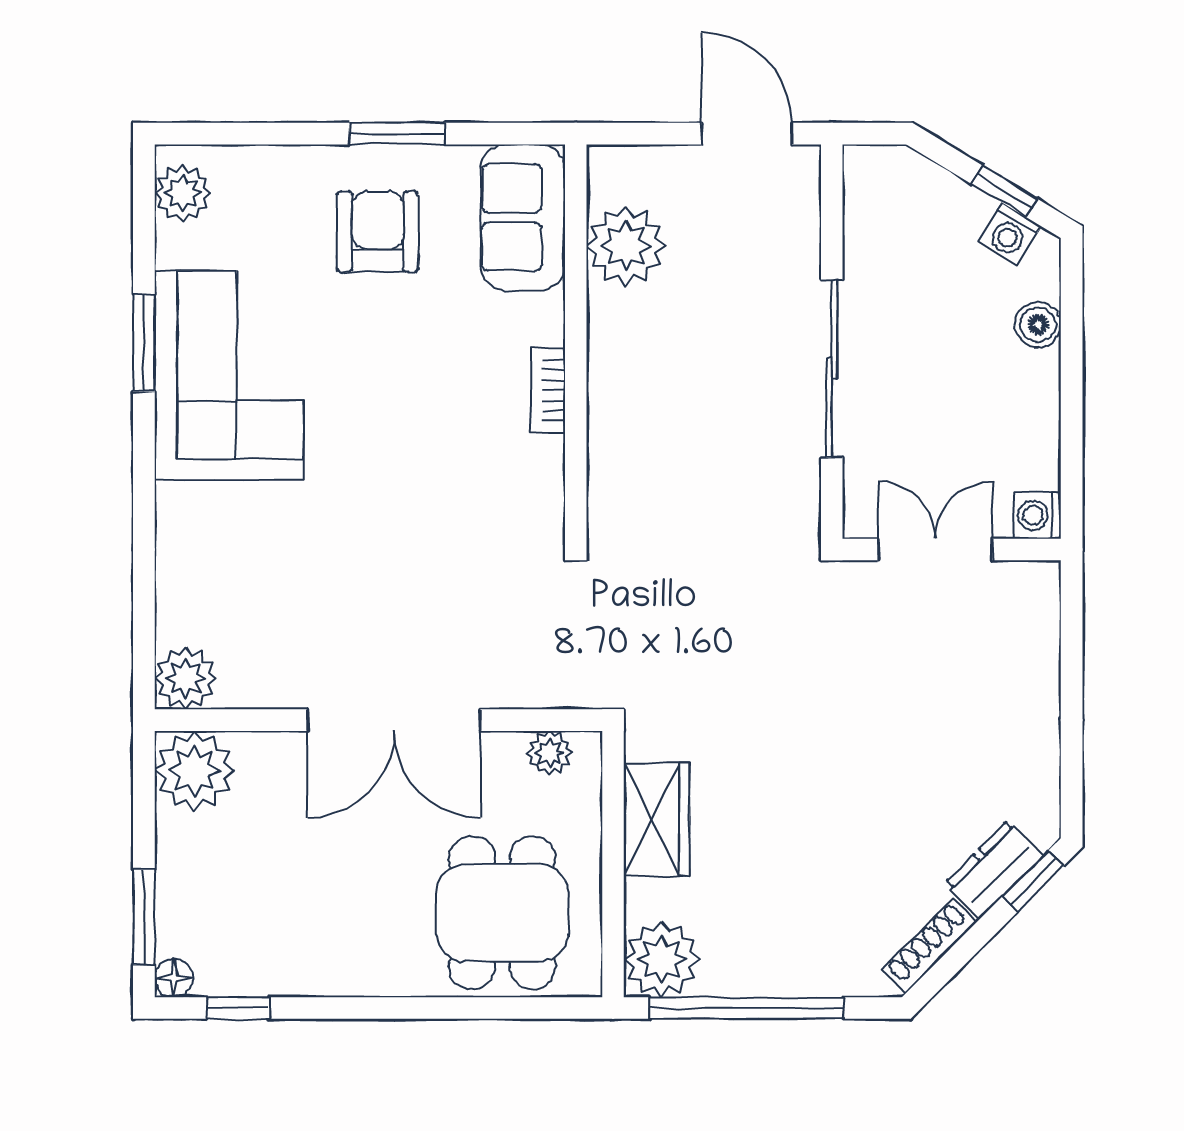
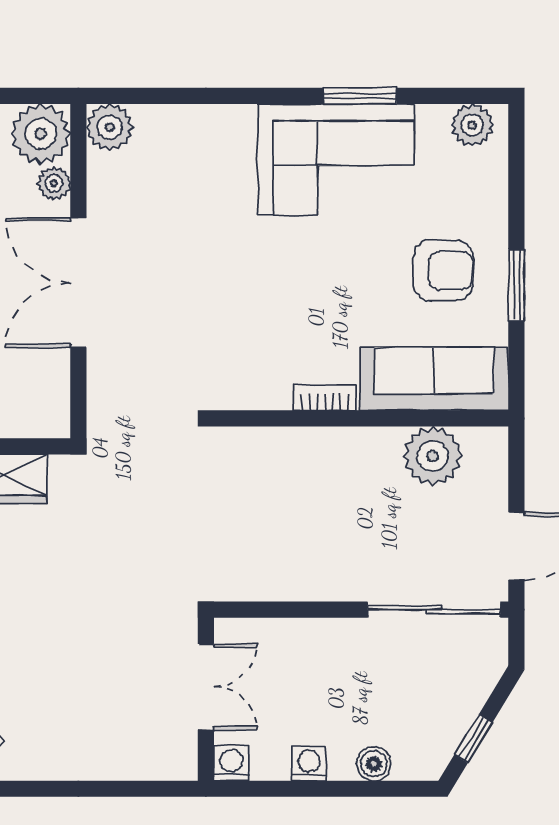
sofa: (523, 217) -> (434, 379), width x1.36
washing machine: (1010, 234) -> (309, 764), moved, turned 59
sliding door: (832, 369) -> (434, 610), moved
plant: (550, 753) -> (54, 183), moved

